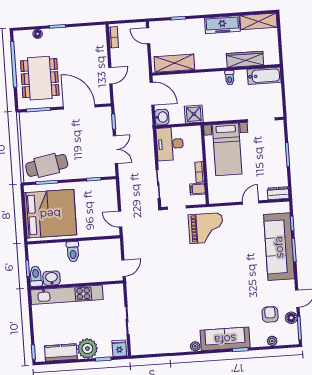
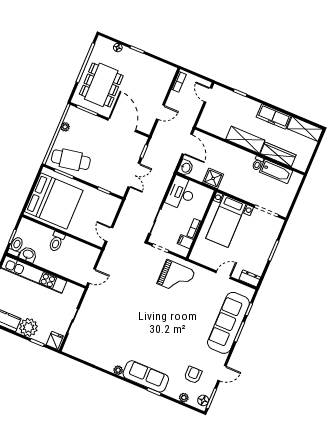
shelving: (174, 63) -> (245, 140), moved
bathtub: (264, 76) -> (276, 171), moved
plant: (25, 136) -> (65, 127), added
floor lamp: (291, 318) -> (203, 400), moved

